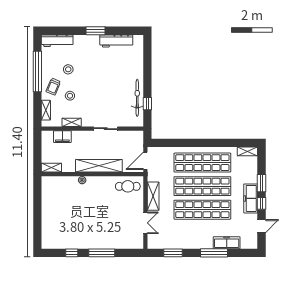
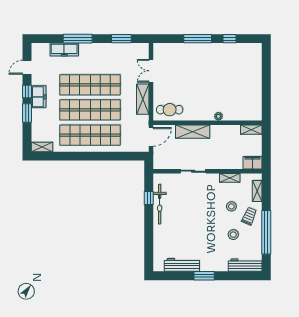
filing cabinet: (62, 137) -> (253, 163), moved
shelving: (99, 166) -> (193, 132), width x0.68
freezer: (251, 198) -> (39, 97), width x0.71

